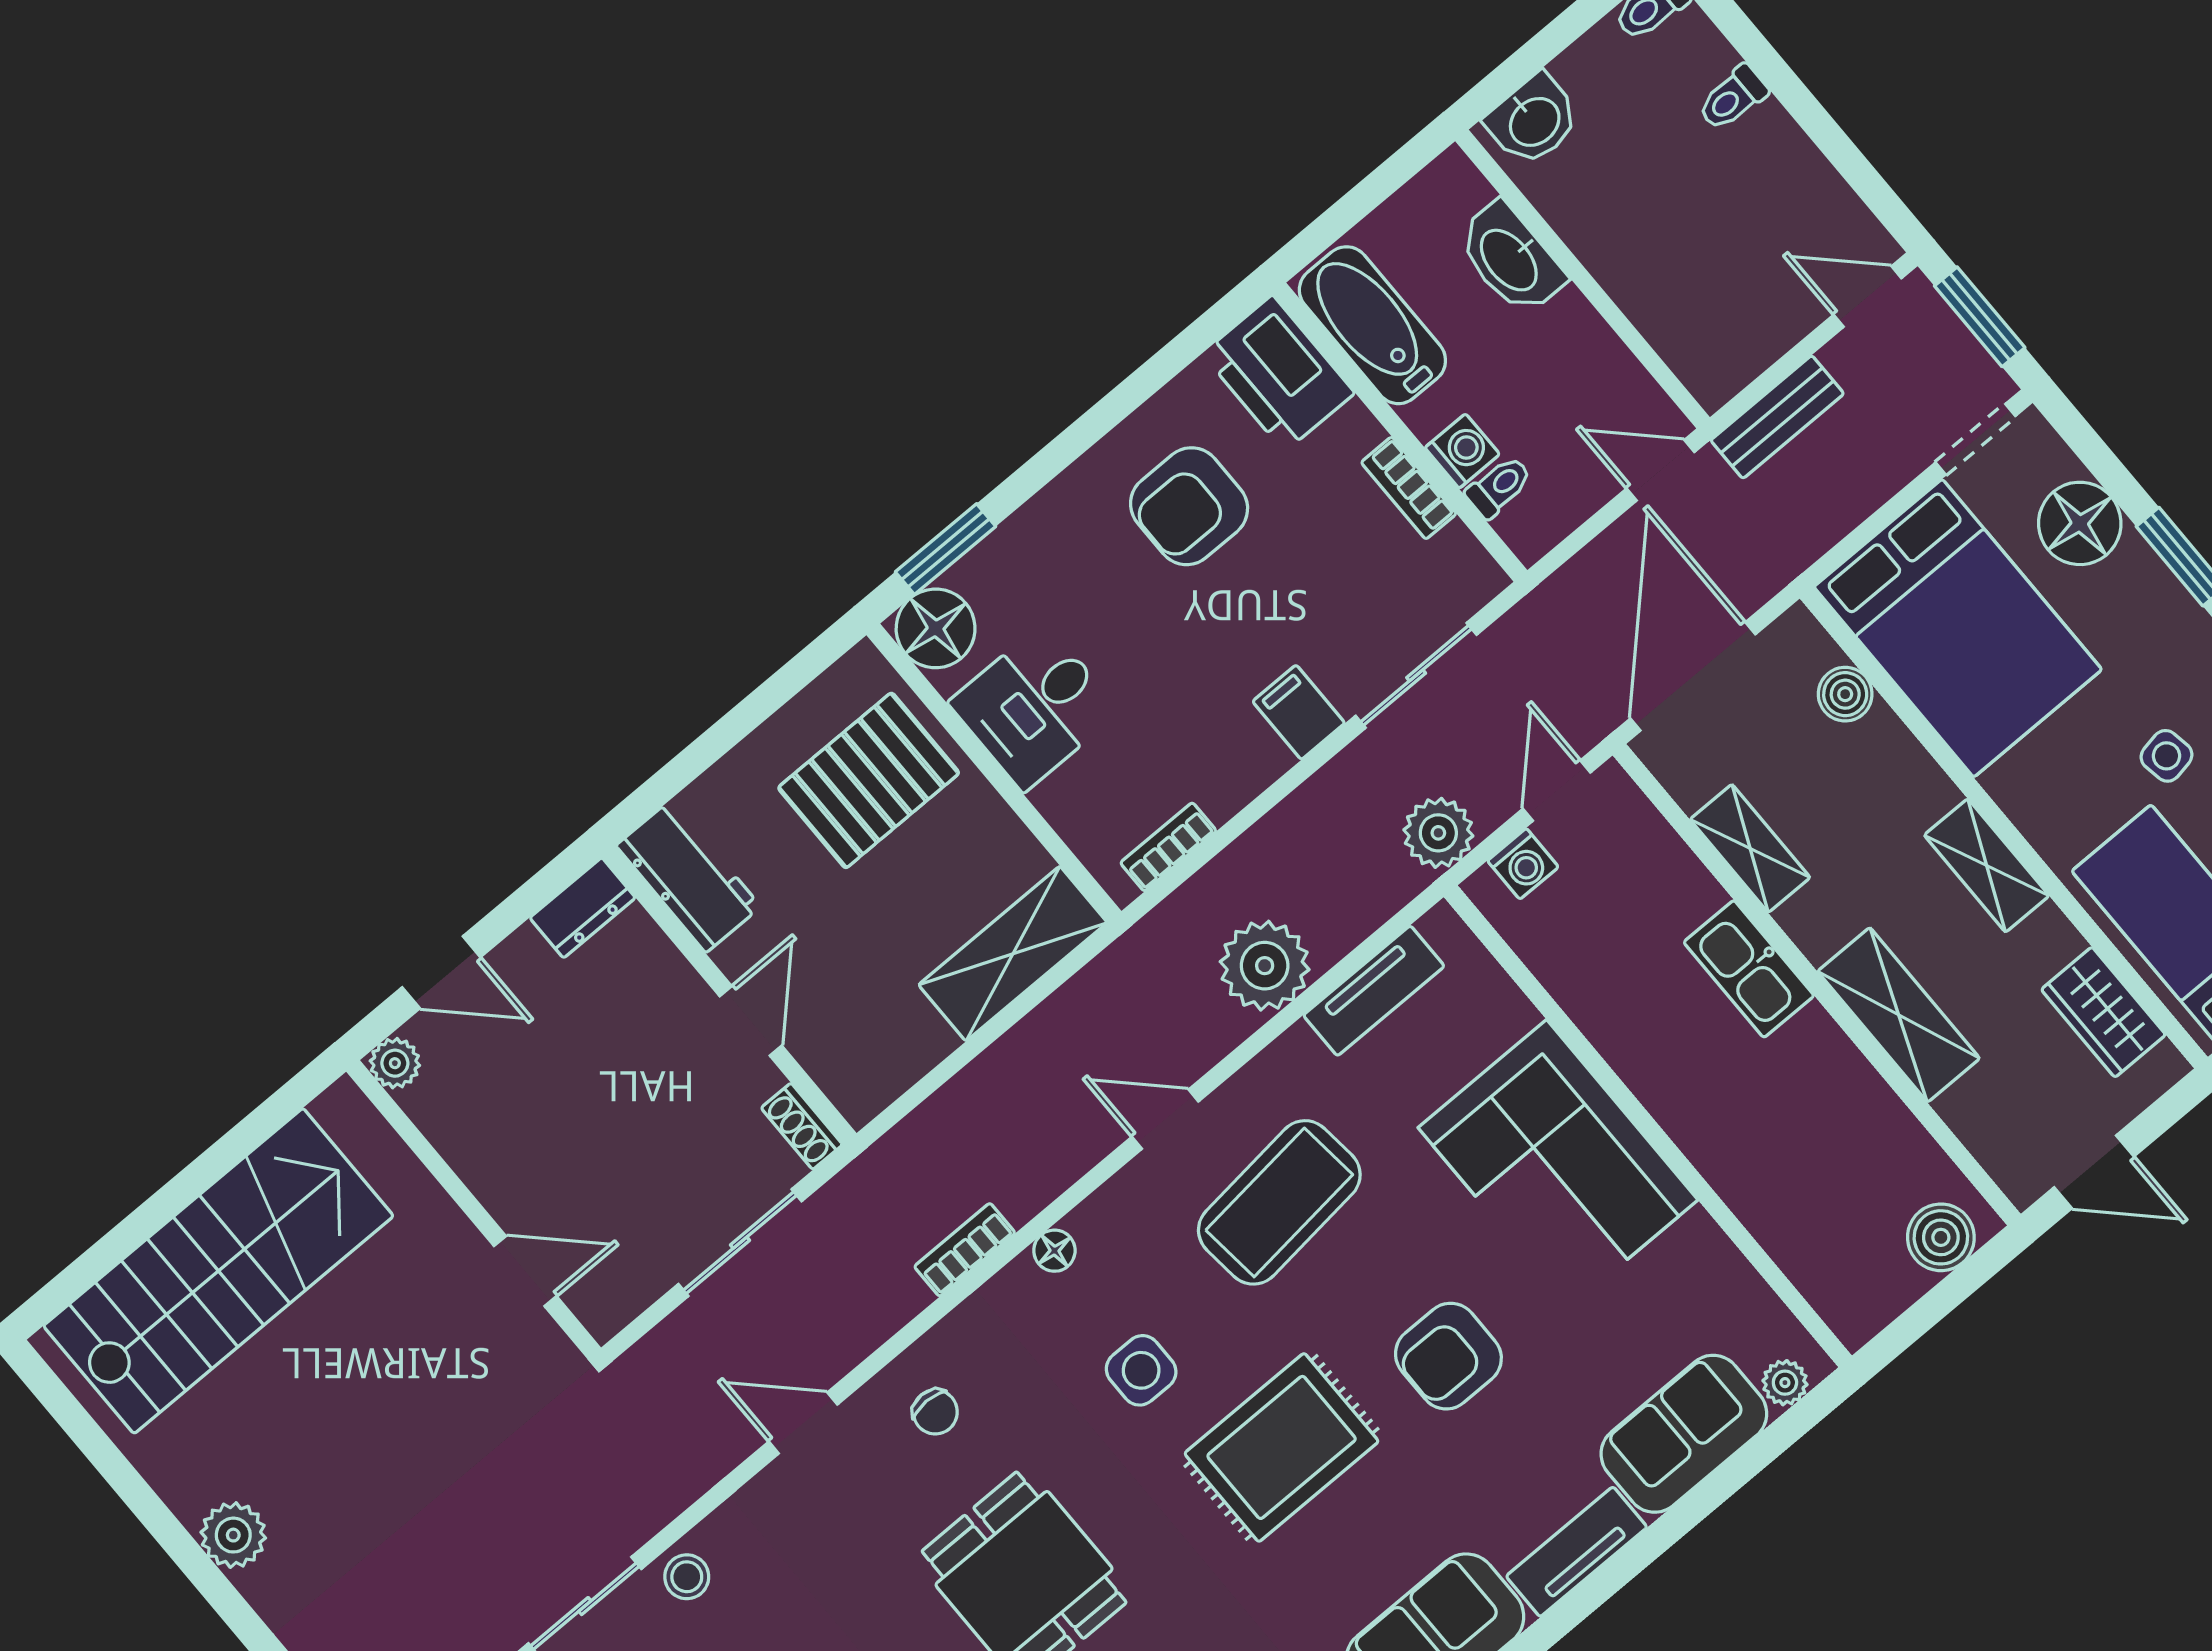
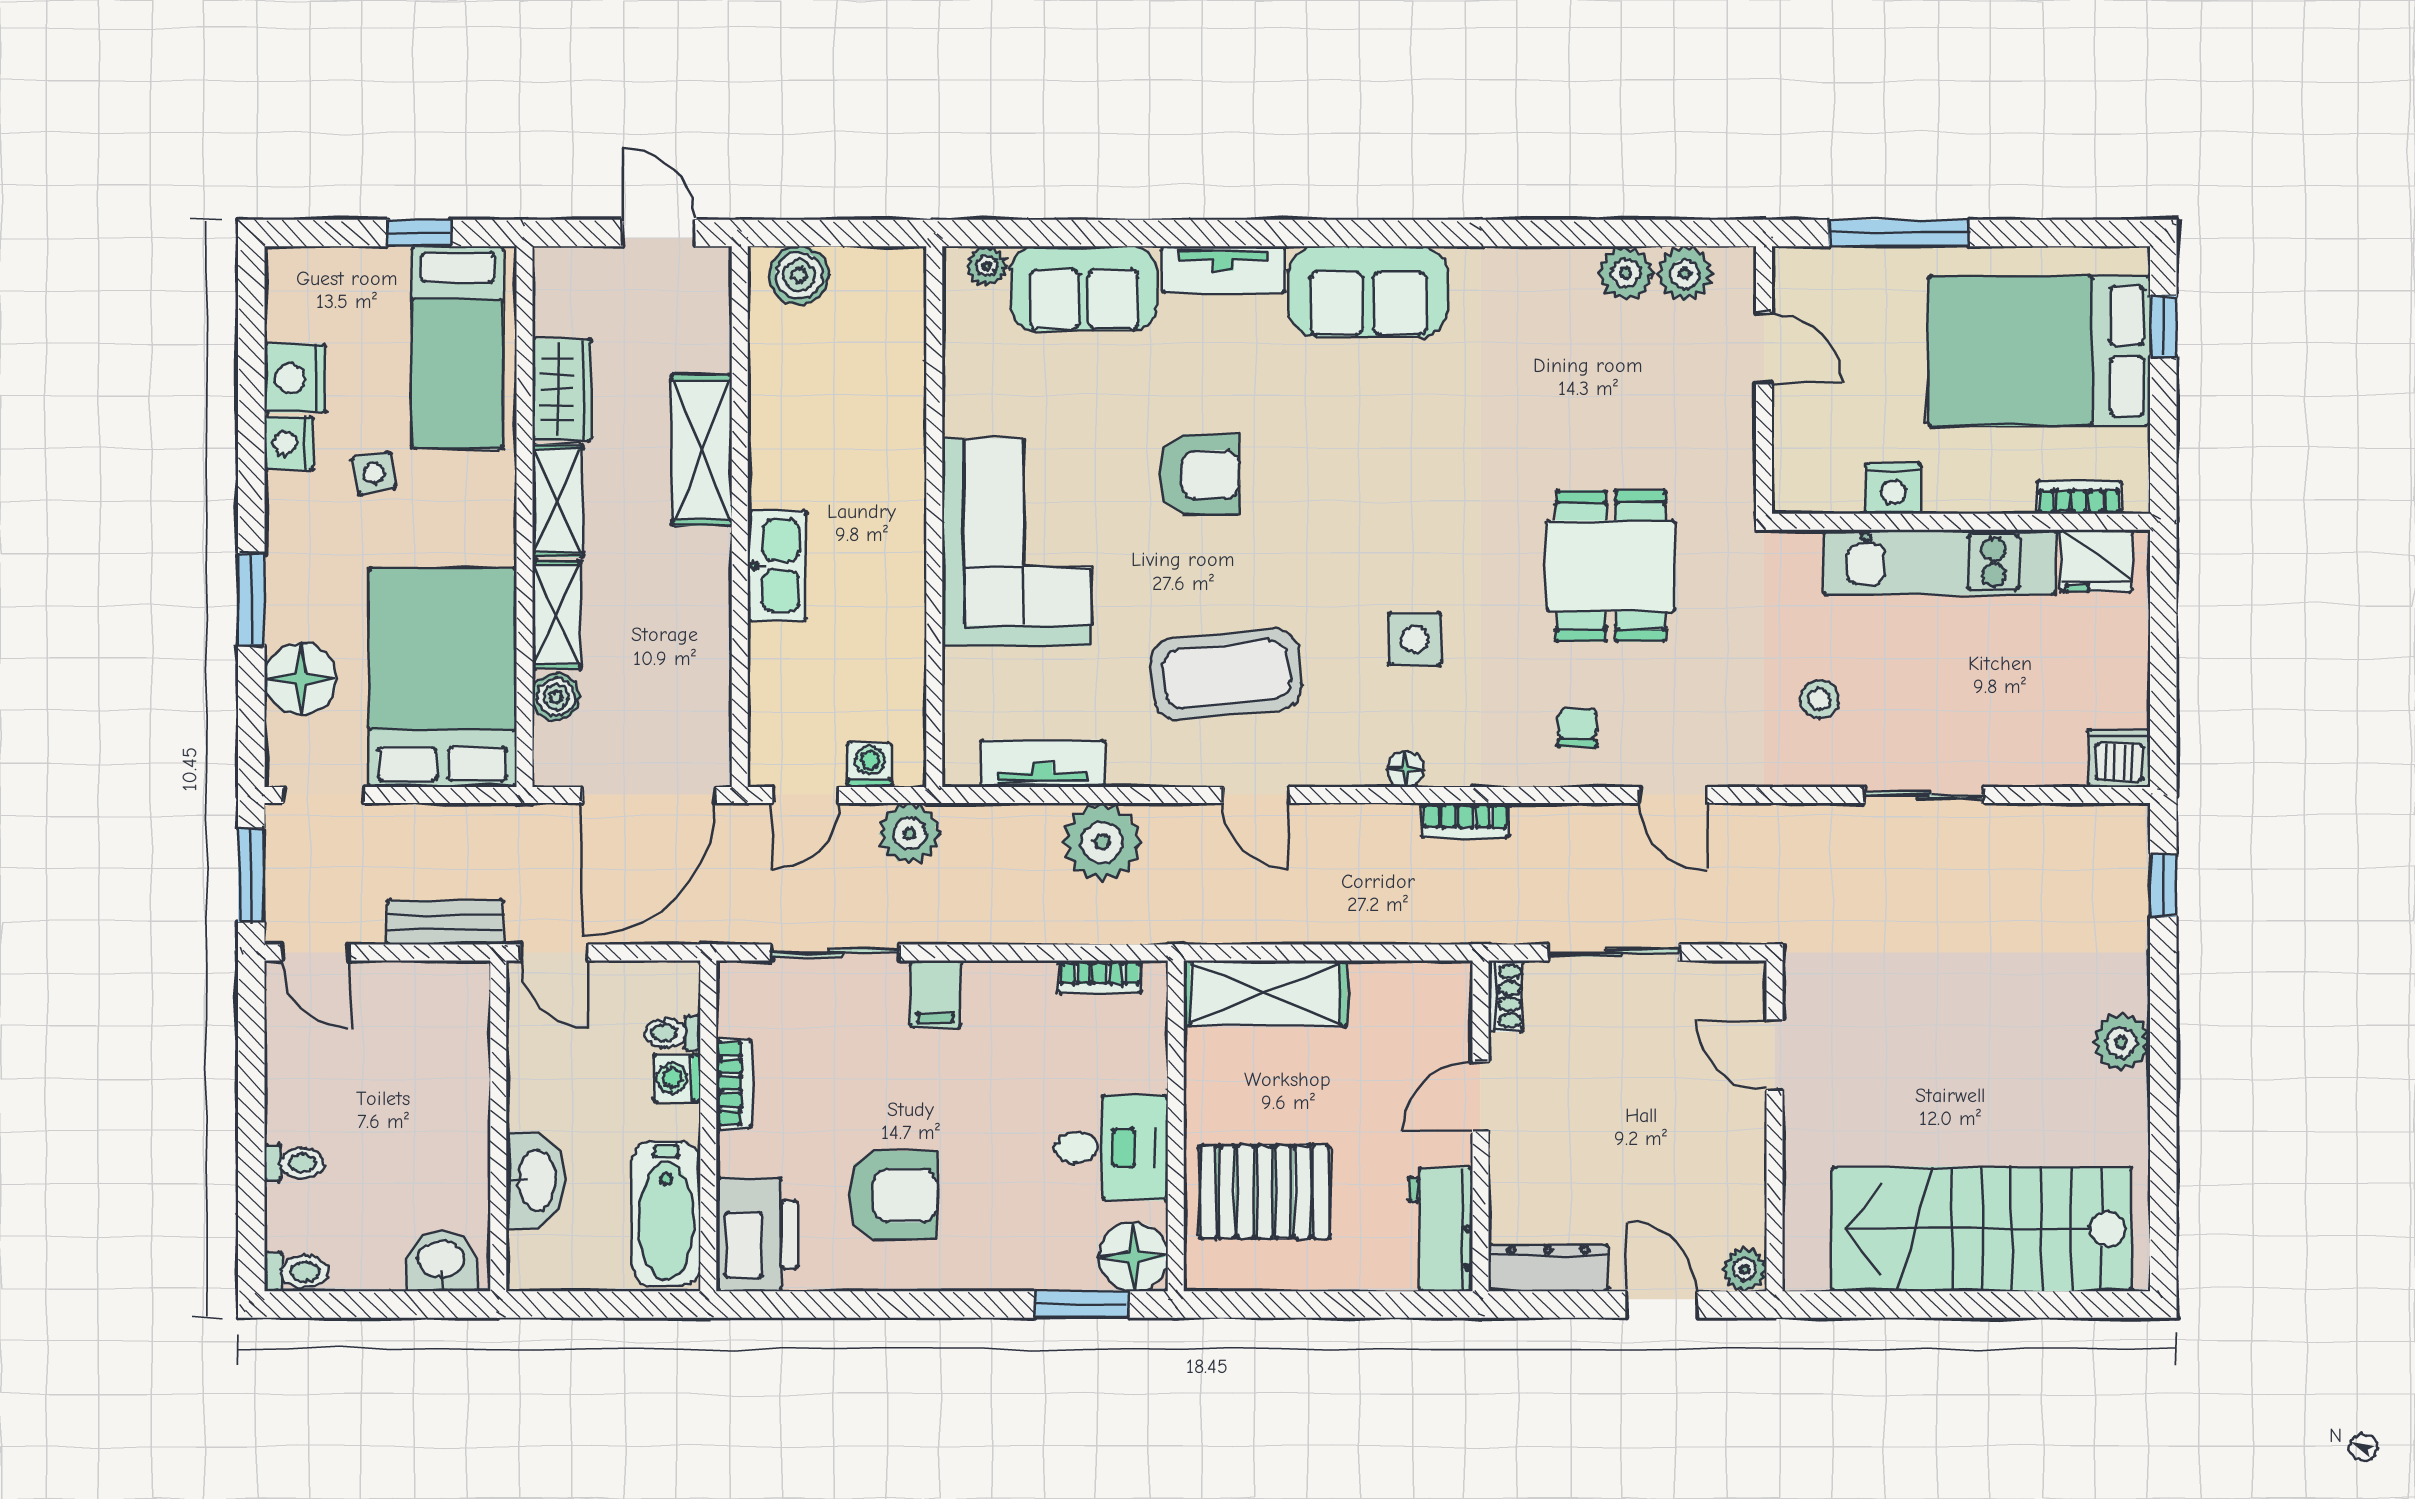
shelving: (1750, 848) -> (557, 615), moved
dresser: (583, 908) -> (1548, 1268), width x1.44
wardrobe: (2103, 1012) -> (562, 390), moved
rug: (1282, 1447) -> (1364, 507), removed
stool: (687, 1577) -> (1819, 699), moved

